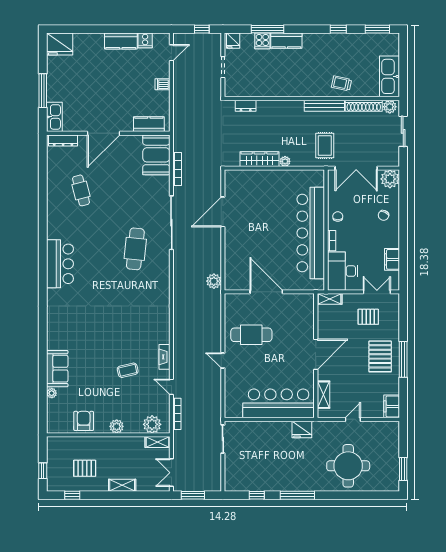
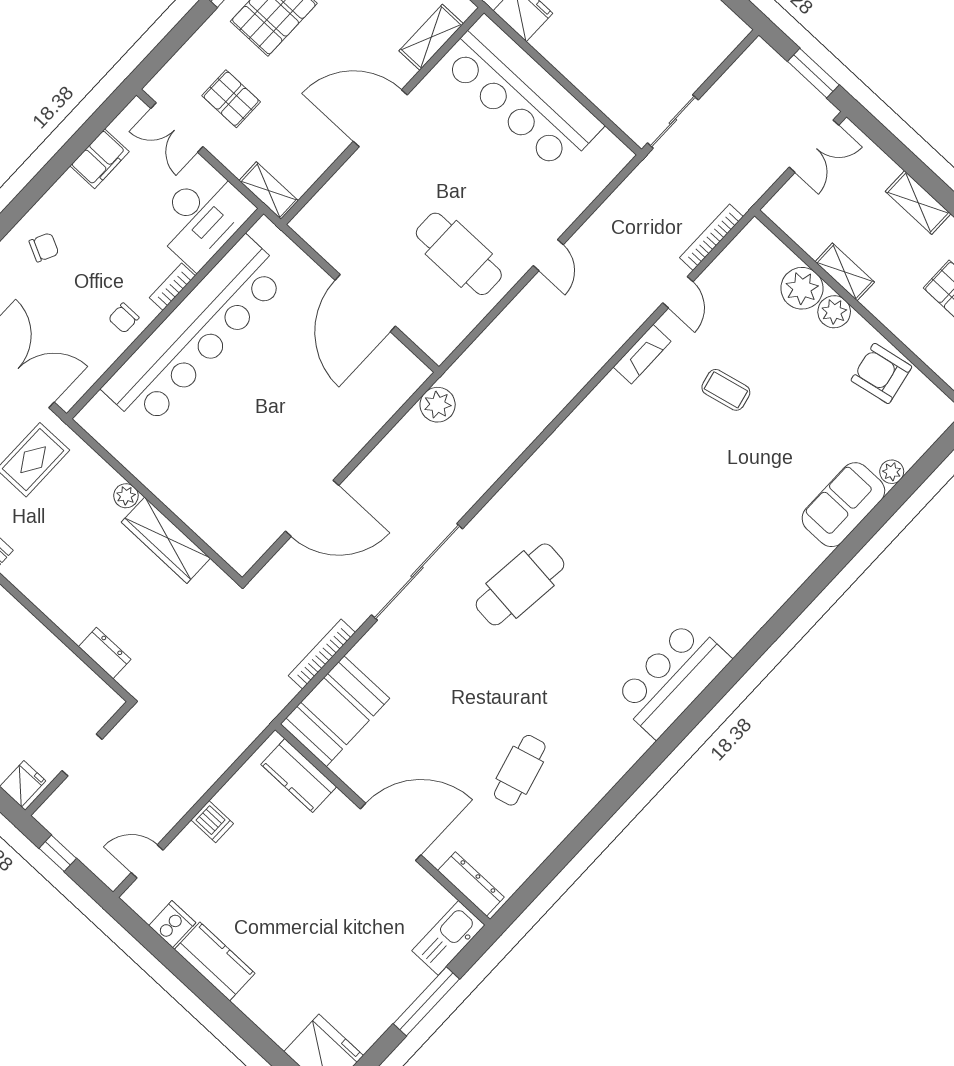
armchair: (84, 421) -> (881, 373), turned 79
plant: (152, 424) -> (802, 288), moved
shelving: (157, 442) -> (845, 272), moved

